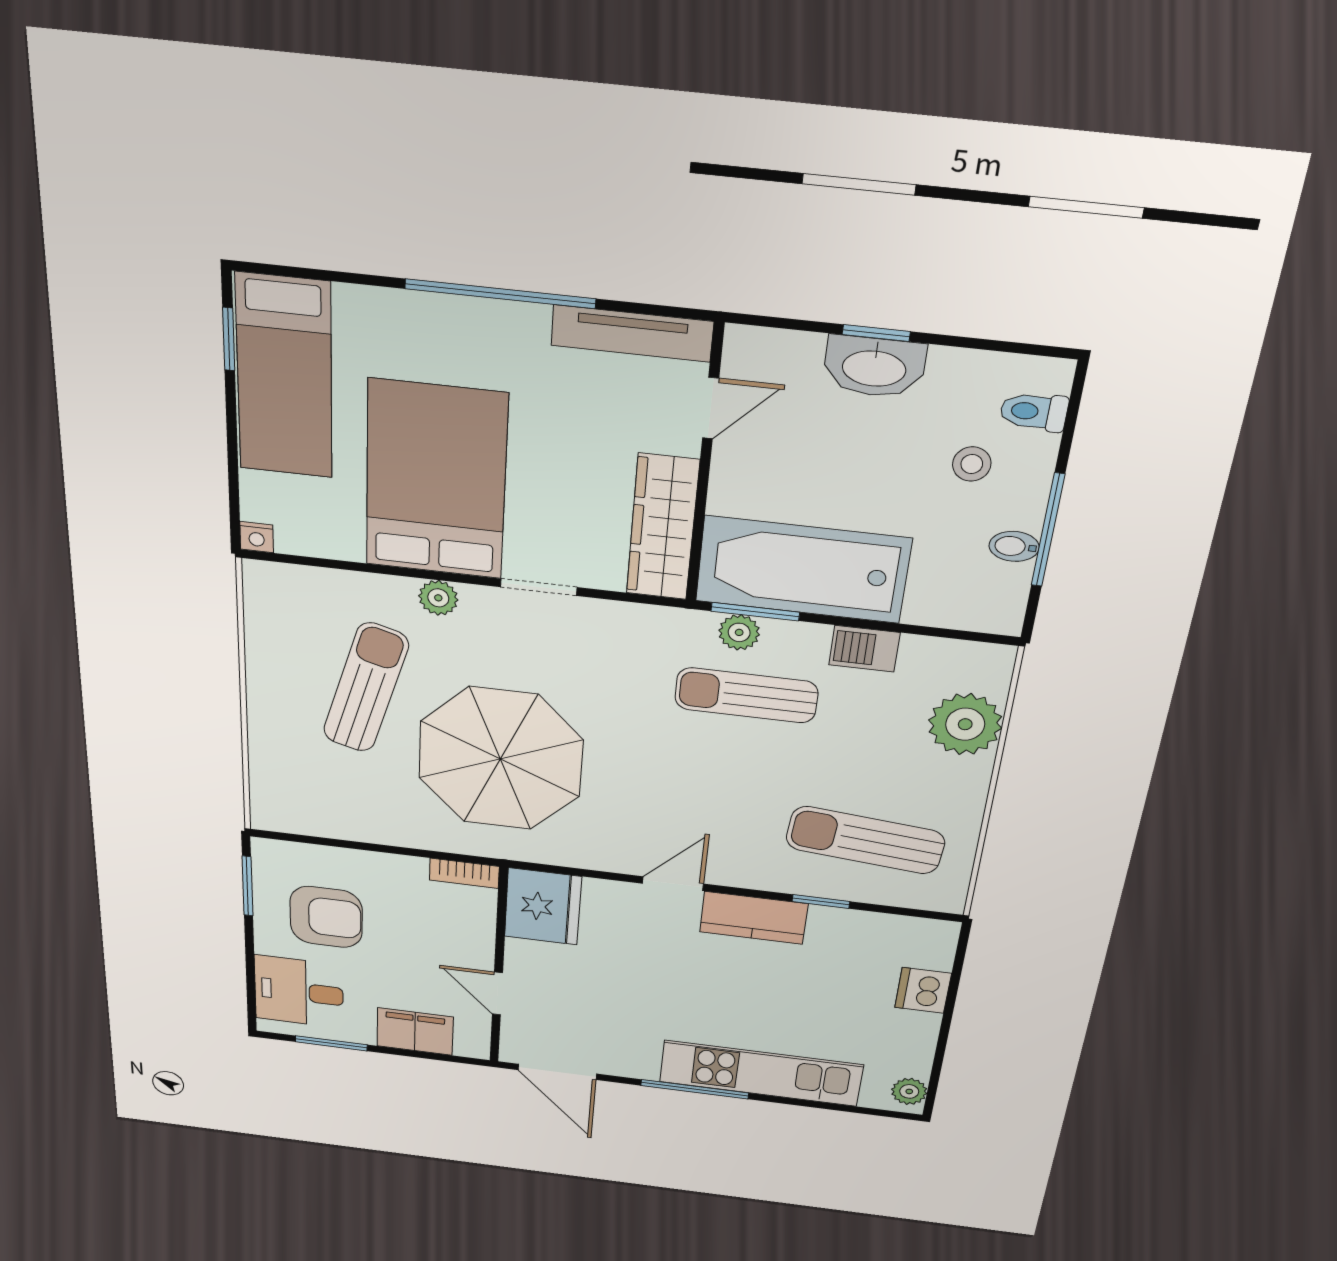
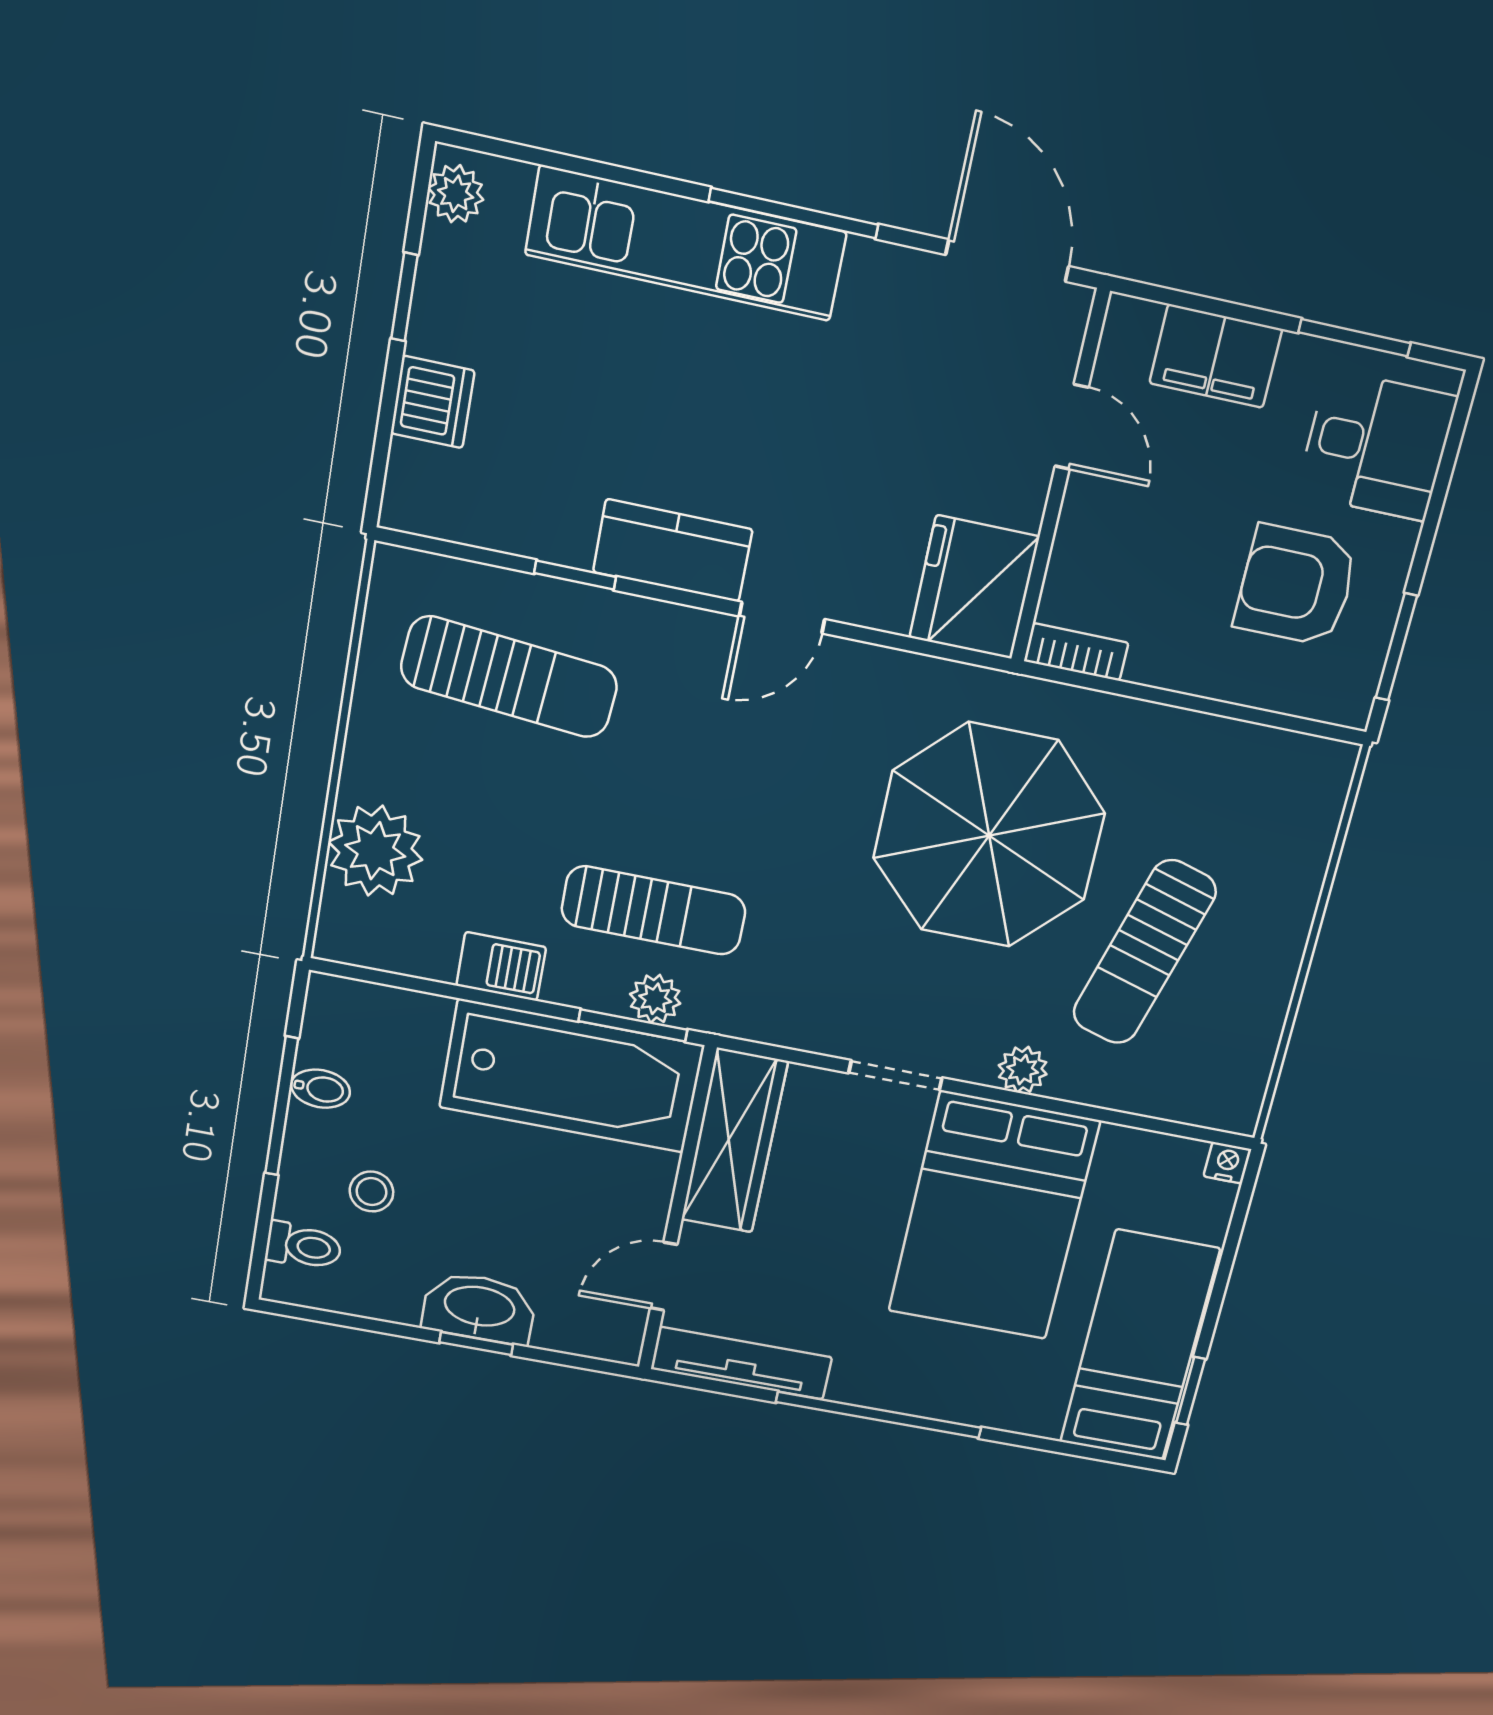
window: (942, 1042) -> (404, 297), added

